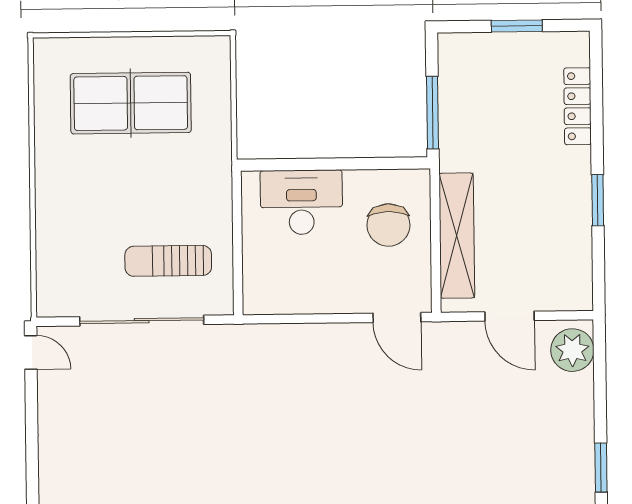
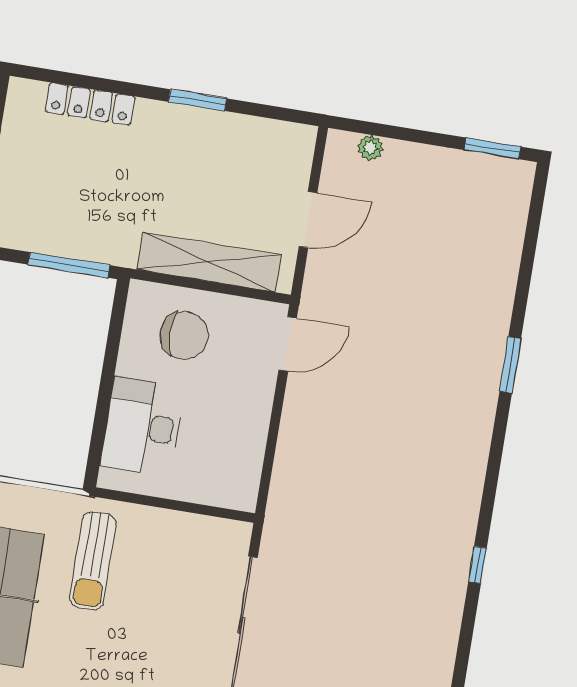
sun lounger: (168, 261) -> (93, 561), moved
plant: (572, 350) -> (370, 148), width x0.53, depth x0.53

